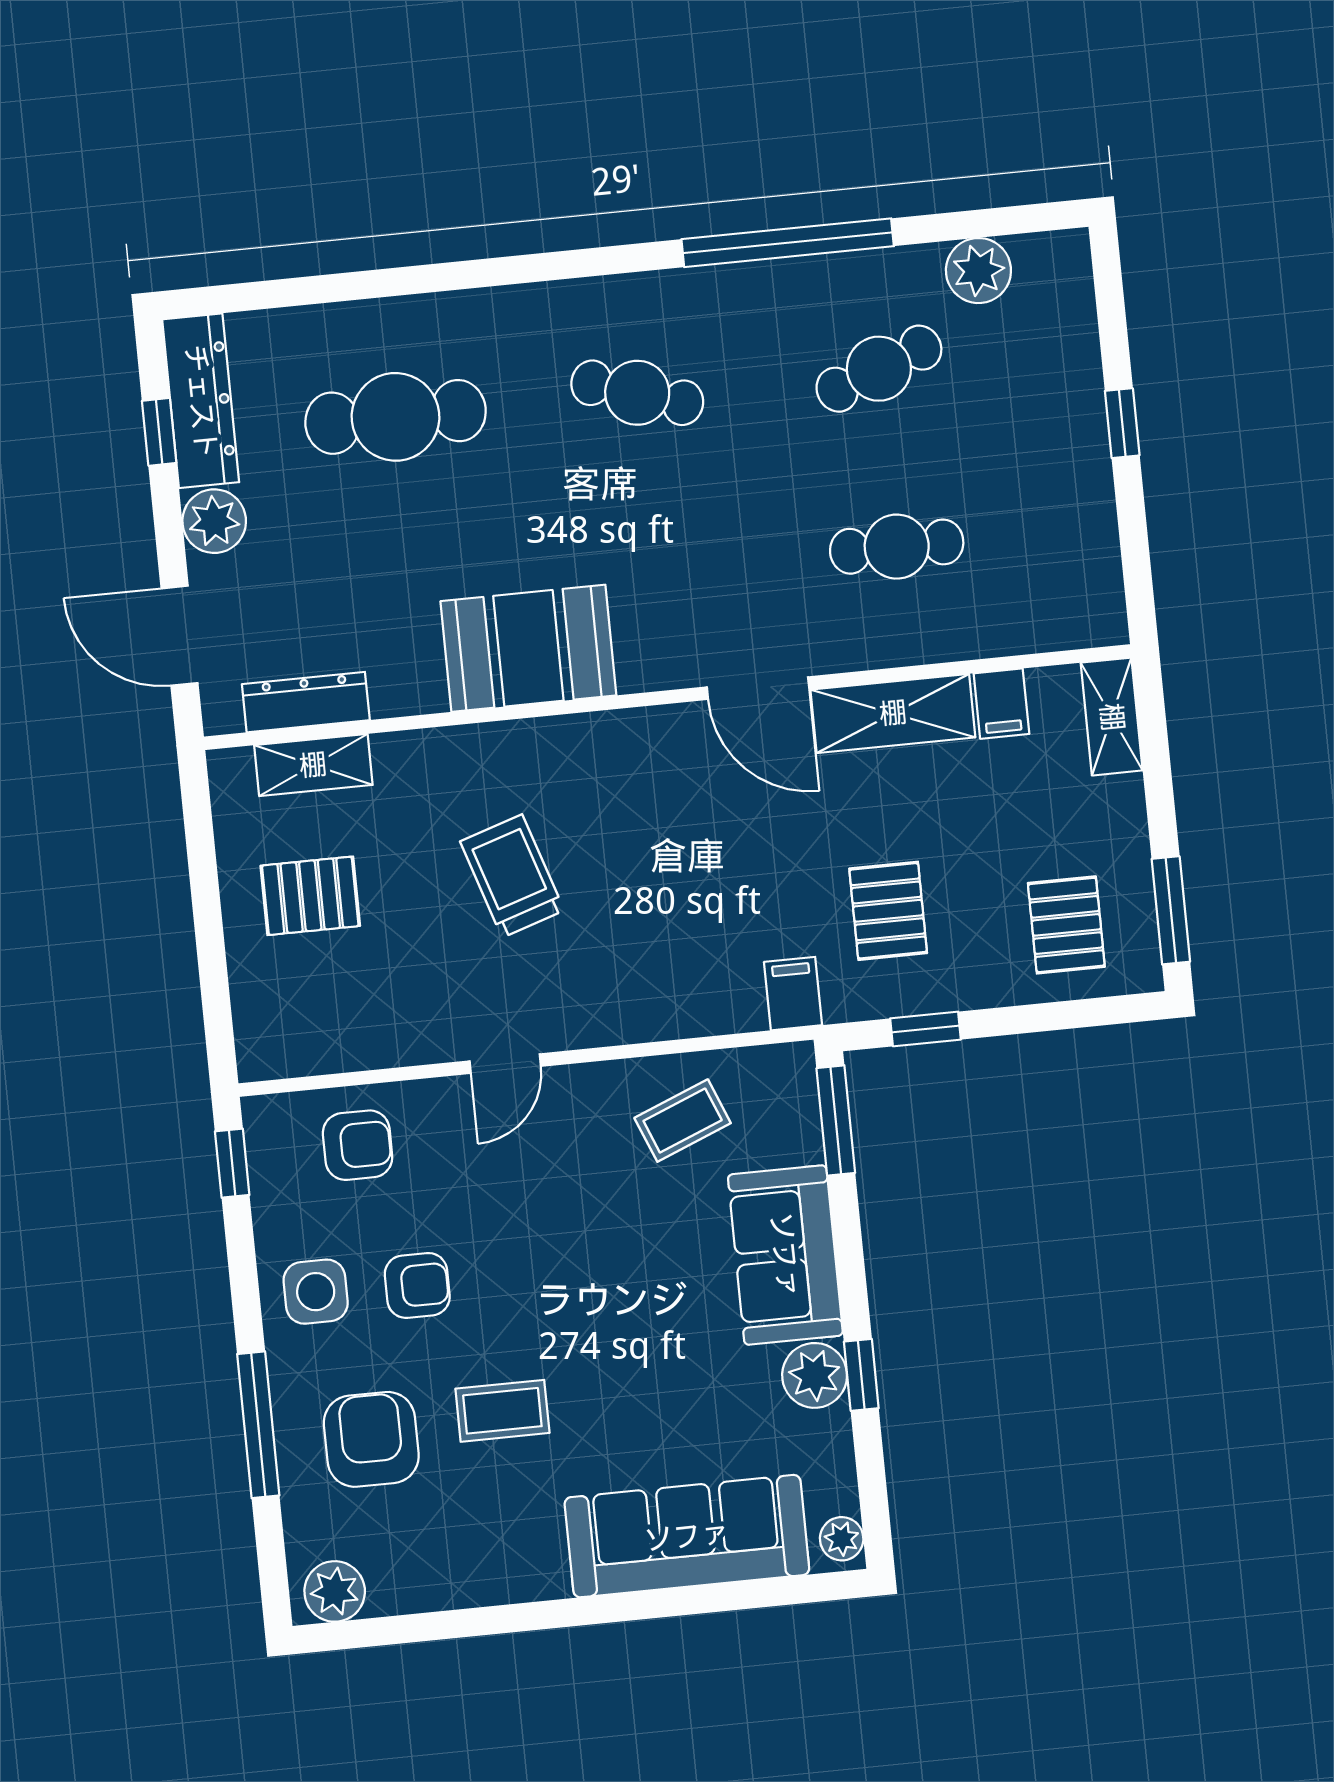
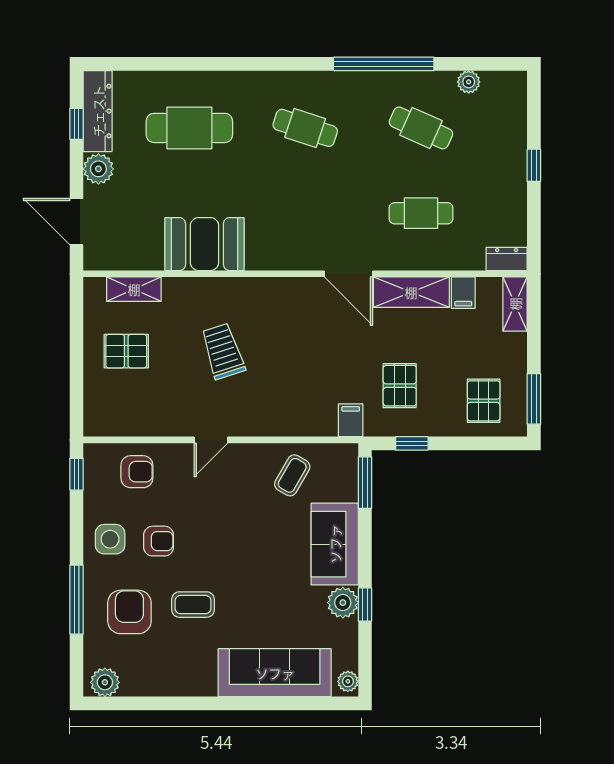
plant: (978, 271) -> (469, 82), width x0.73, depth x0.73
cafe table: (879, 369) -> (421, 128), turned 45
booth: (528, 648) -> (204, 244), moved
dresser: (306, 702) -> (507, 259), moved, width x0.70
coffee table: (683, 1121) -> (292, 475), turned -38

